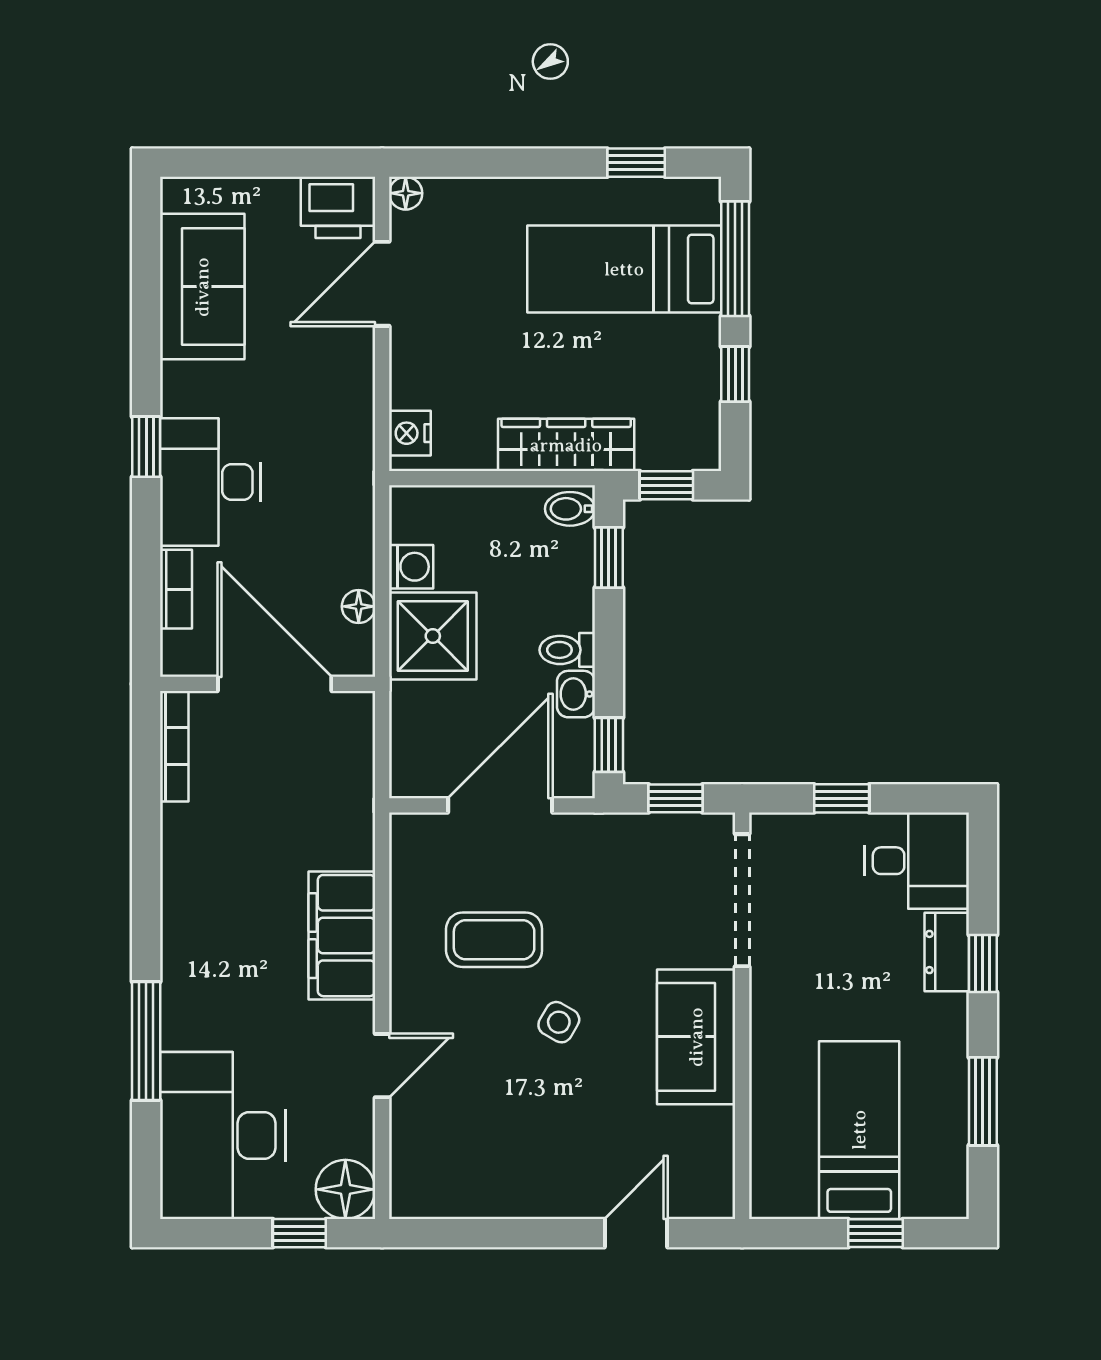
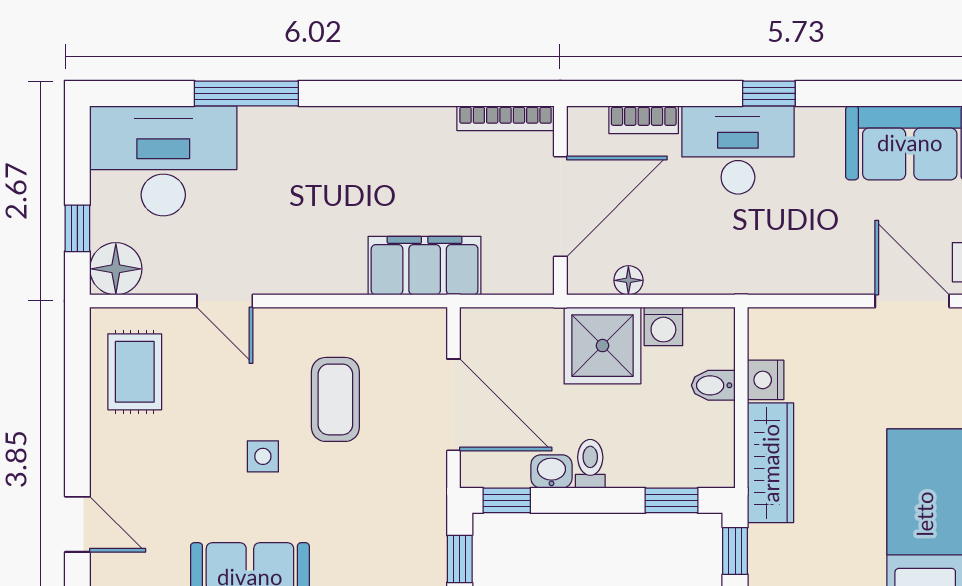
nightstand: (410, 433) -> (766, 380), moved, turned -90
bidet: (570, 509) -> (713, 385), moved, turned -90
filing cabinet: (342, 936) -> (425, 266), moved
side table: (559, 1022) -> (263, 456), turned -30
rug: (463, 1168) -> (135, 372), added

